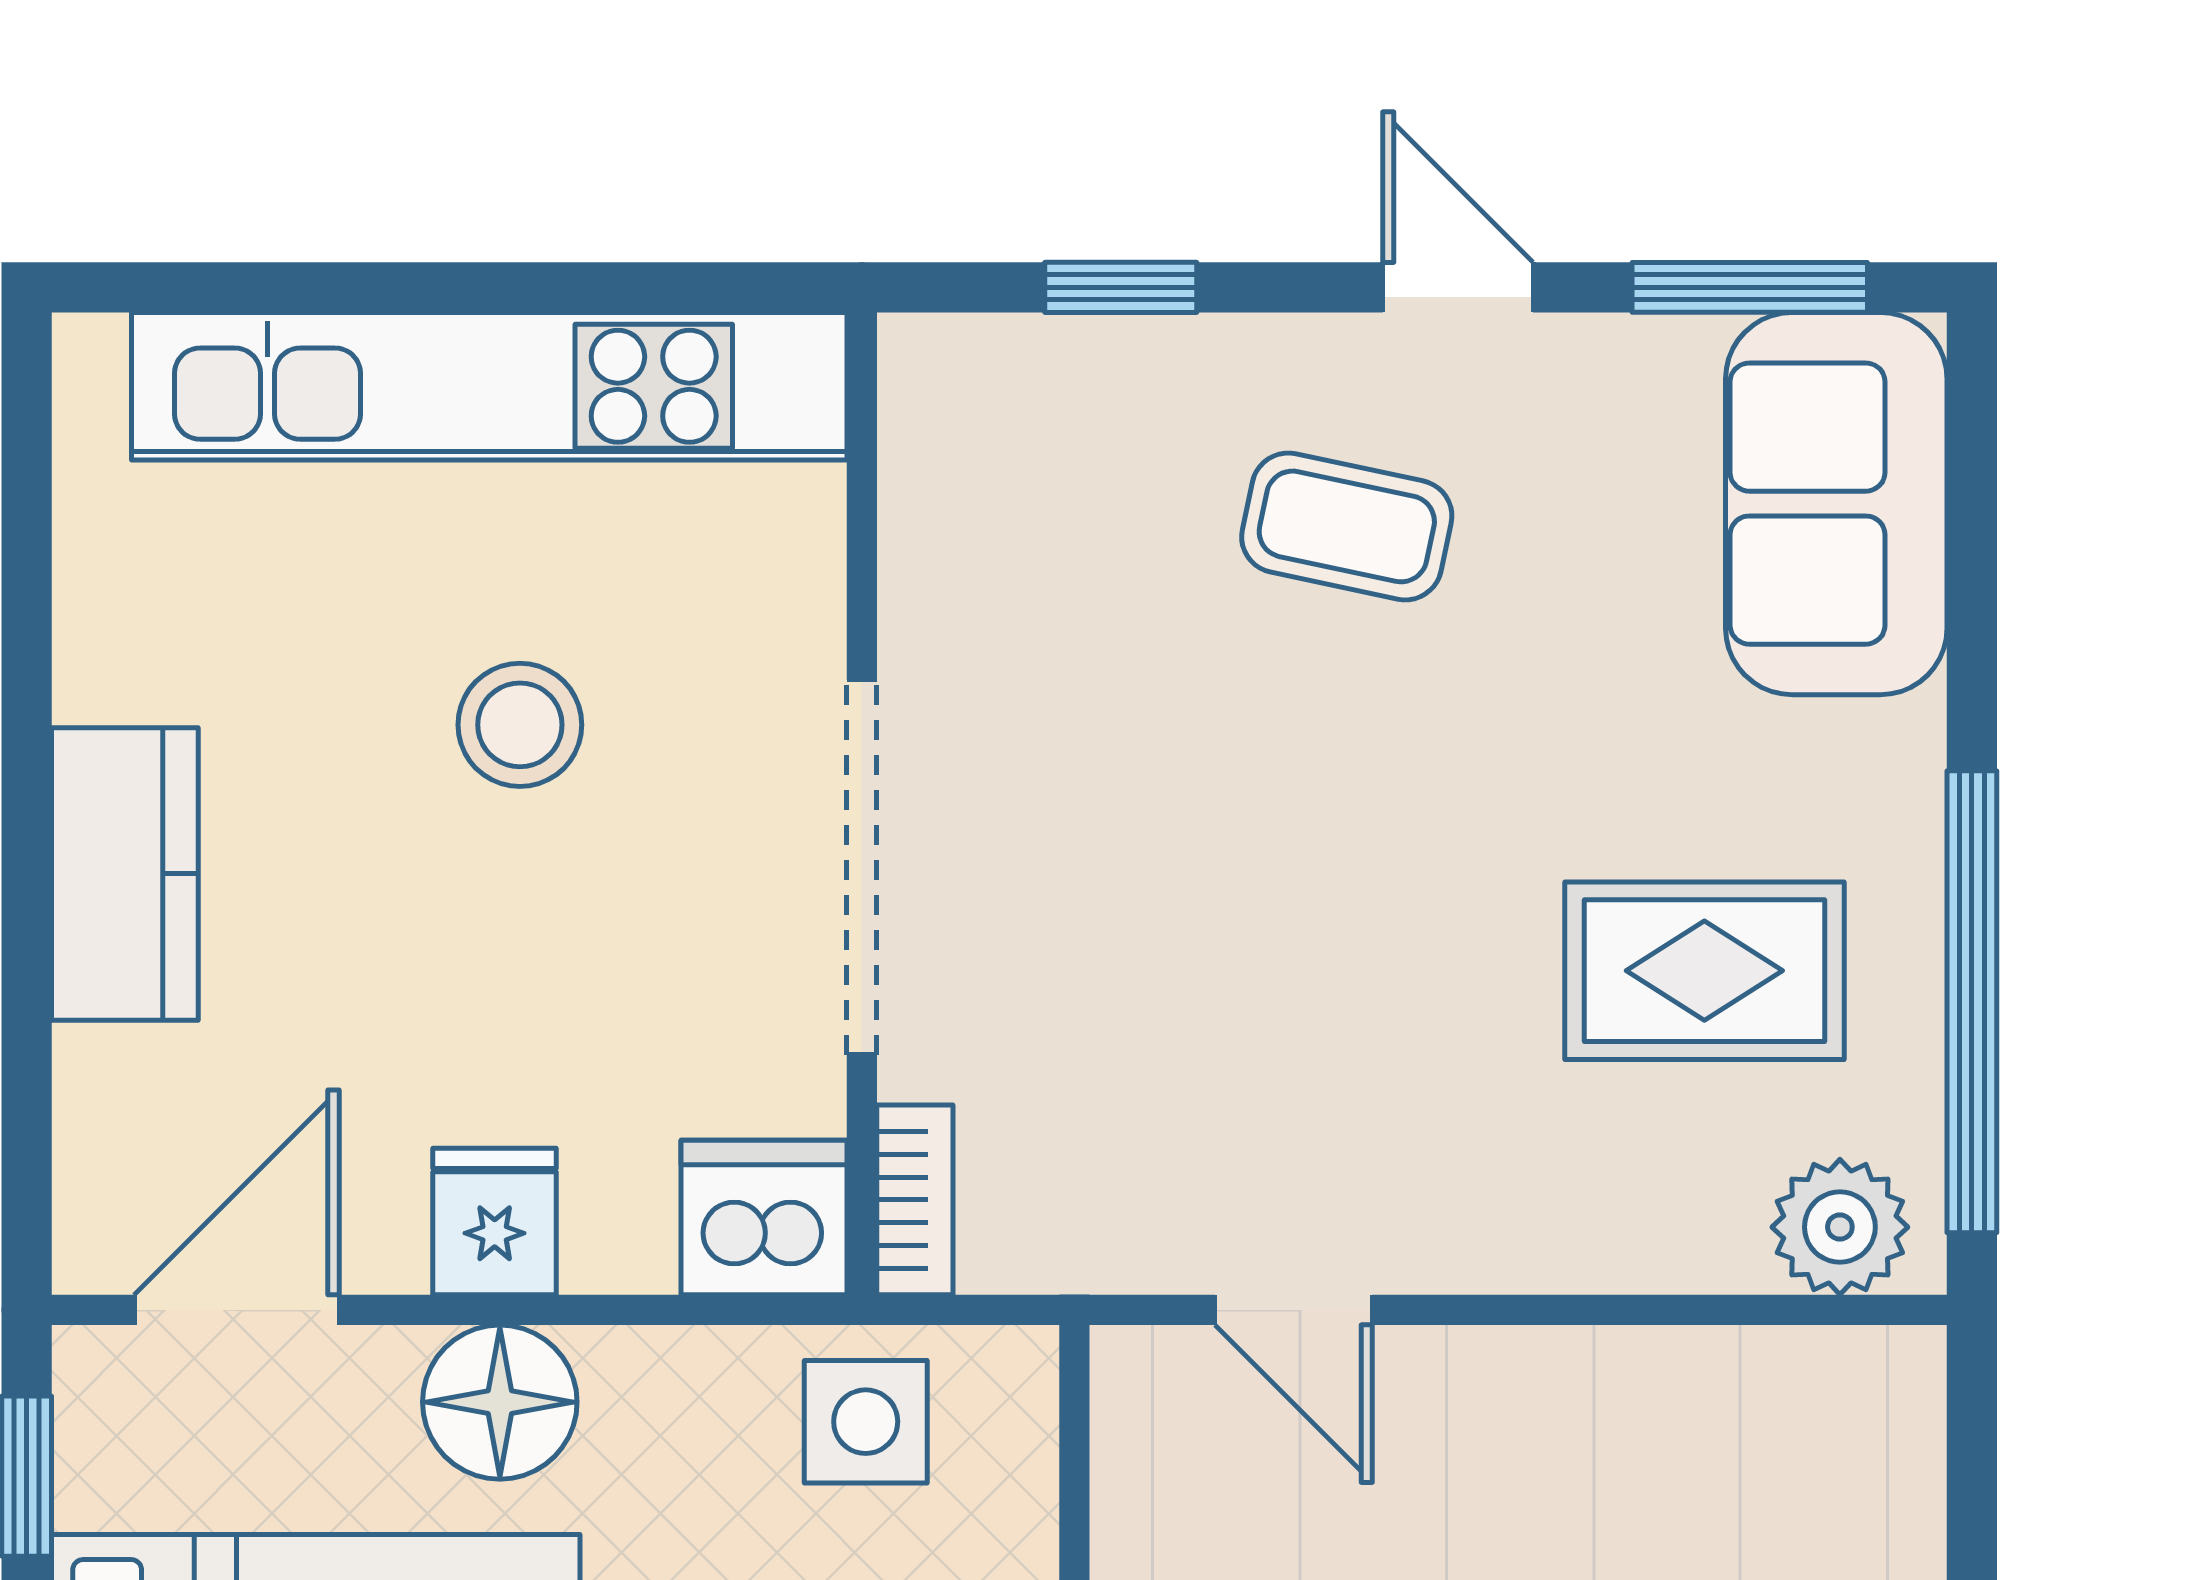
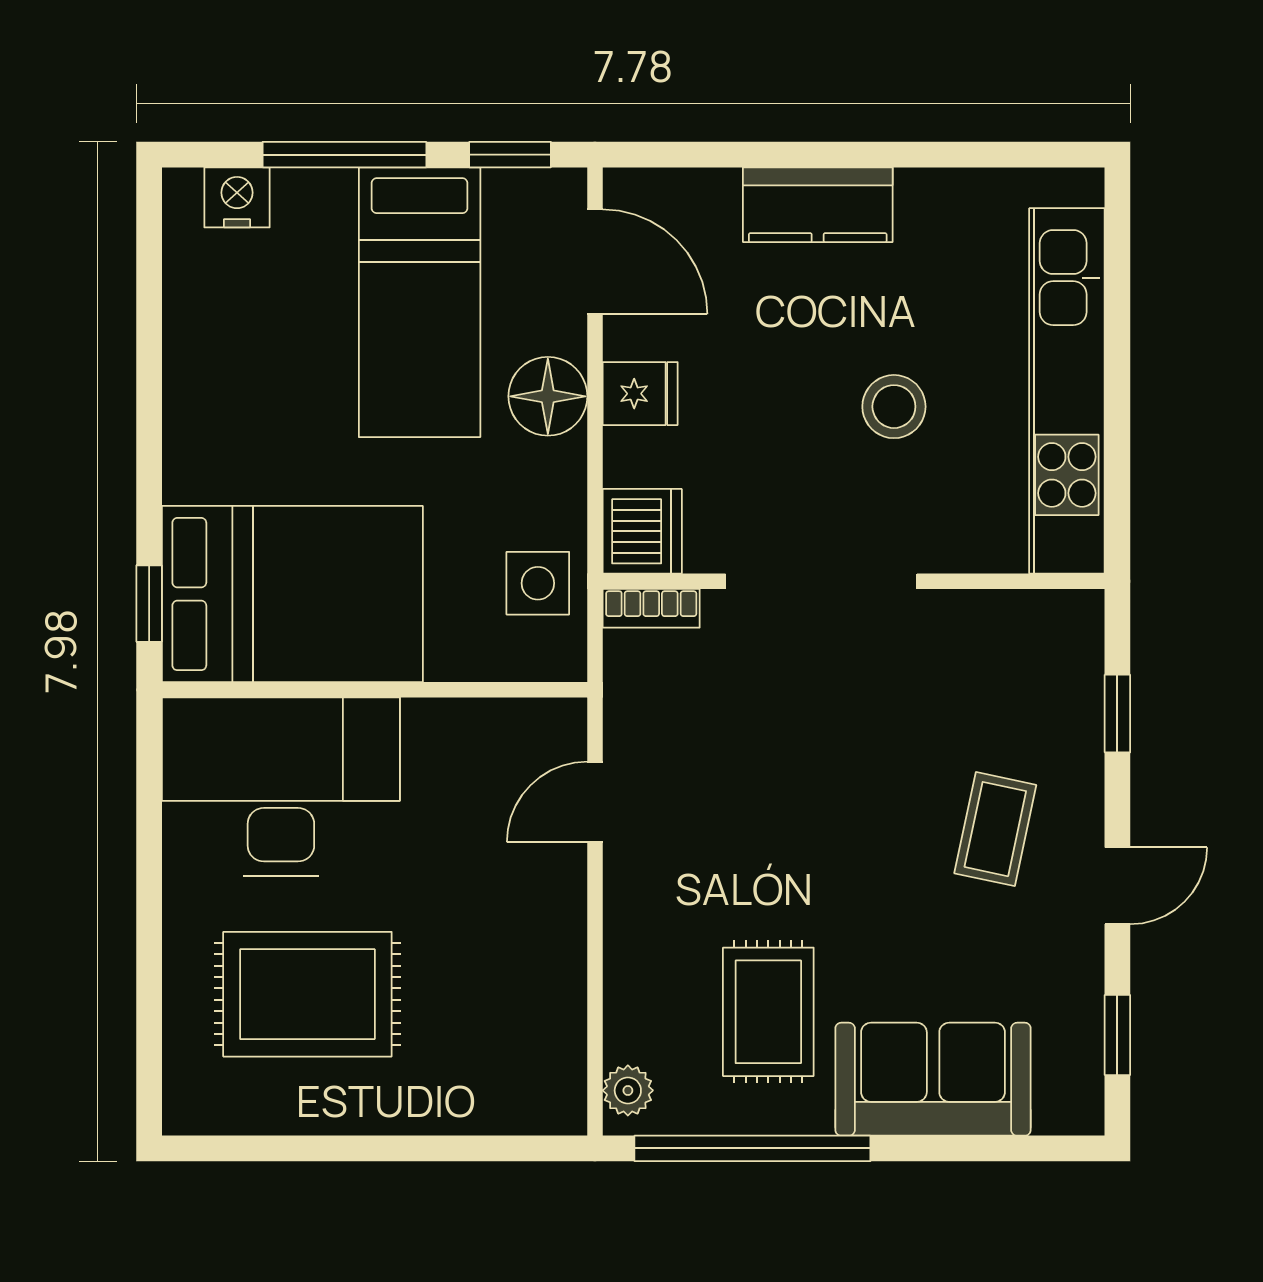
window: (1750, 287) -> (1117, 1035), width x0.67
sofa: (1836, 504) -> (933, 1079), moved
plant: (1840, 1227) -> (628, 1090), width x0.73, depth x0.73

